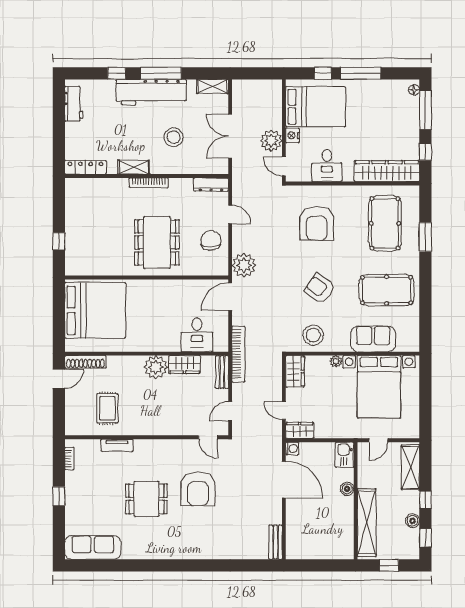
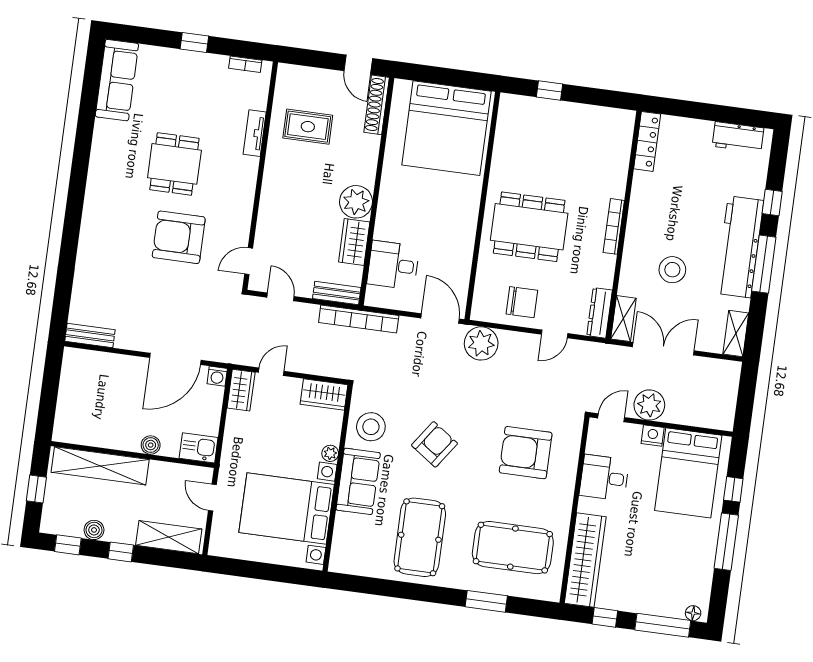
shelving: (134, 167) -> (623, 319), moved
sofa: (373, 339) -> (358, 481), moved

